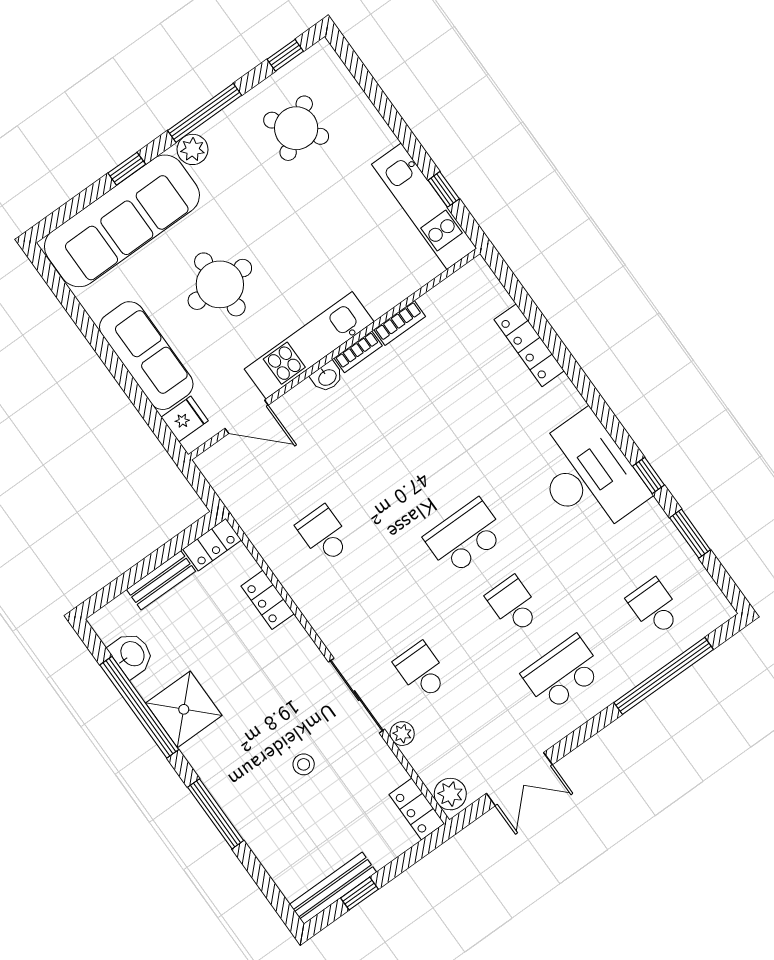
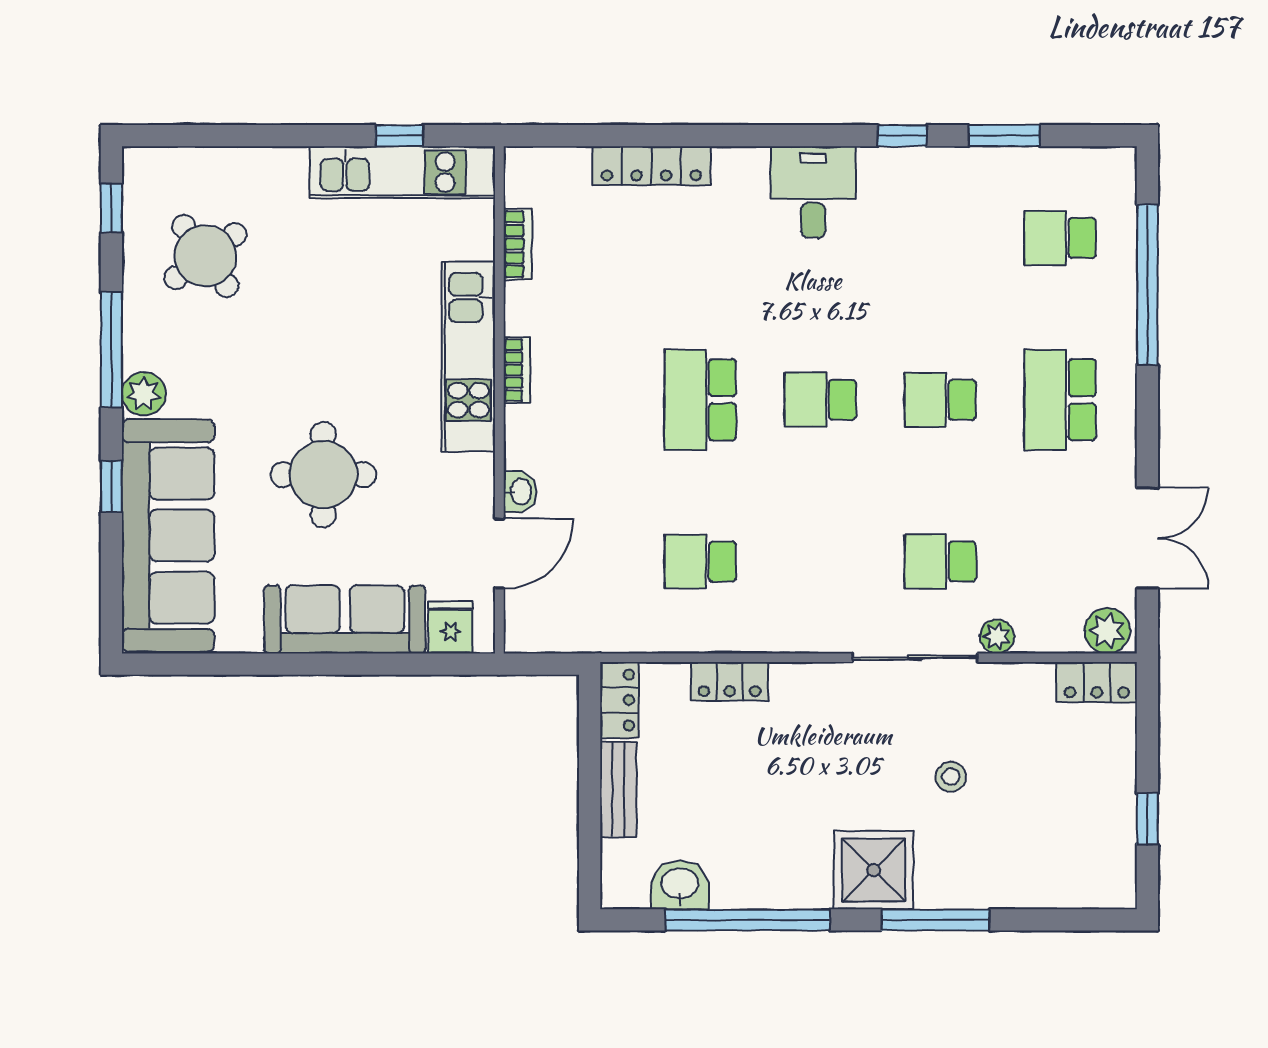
bookcase: (400, 323) -> (518, 244), moved
kitchen unit: (309, 345) -> (468, 356), moved
washbasin: (327, 377) -> (520, 492), moved
school desk: (416, 468) -> (700, 400), added
desk: (587, 475) -> (813, 192), width x0.53, depth x0.77
school desk: (465, 537) -> (820, 400), width x0.54
shower: (184, 709) -> (874, 870), moved
bench: (333, 888) -> (1119, 845), removed

